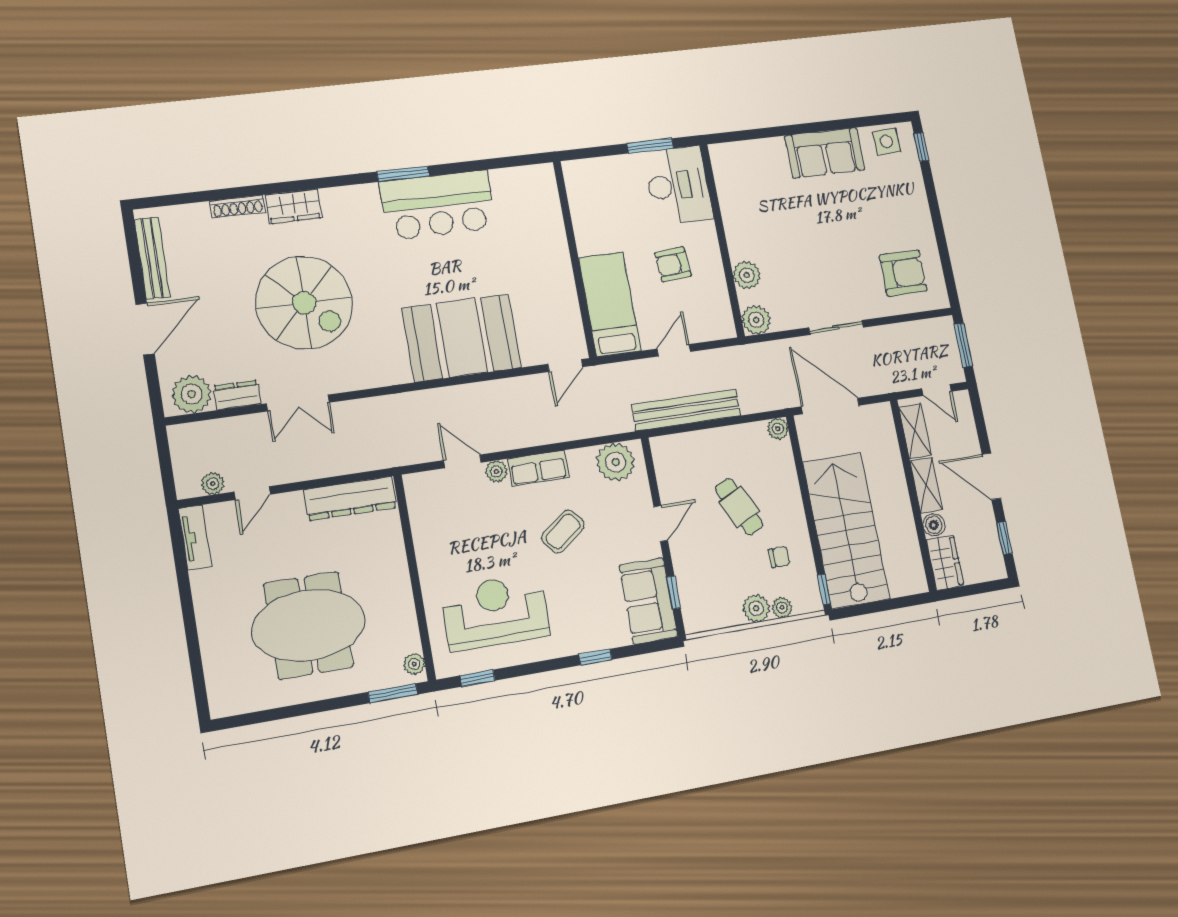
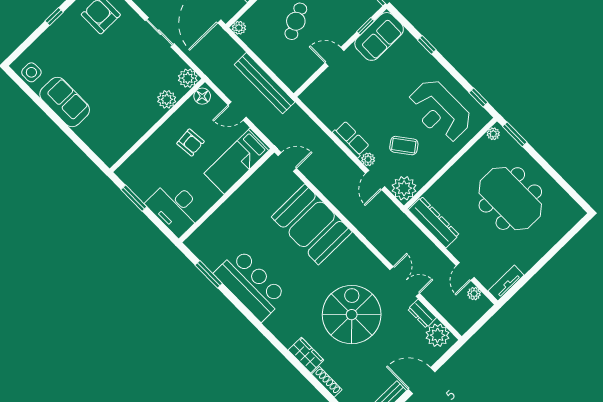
window: (921, 147) -> (54, 17), moved
window: (403, 174) -> (209, 274), moved
desk: (678, 185) -> (175, 208), moved, turned -90
floor lamp: (722, 321) -> (202, 96), added
plant: (616, 462) -> (404, 188), moved
door: (252, 493) -> (465, 271), swing flipped
coffee table: (563, 531) -> (404, 146), moved

